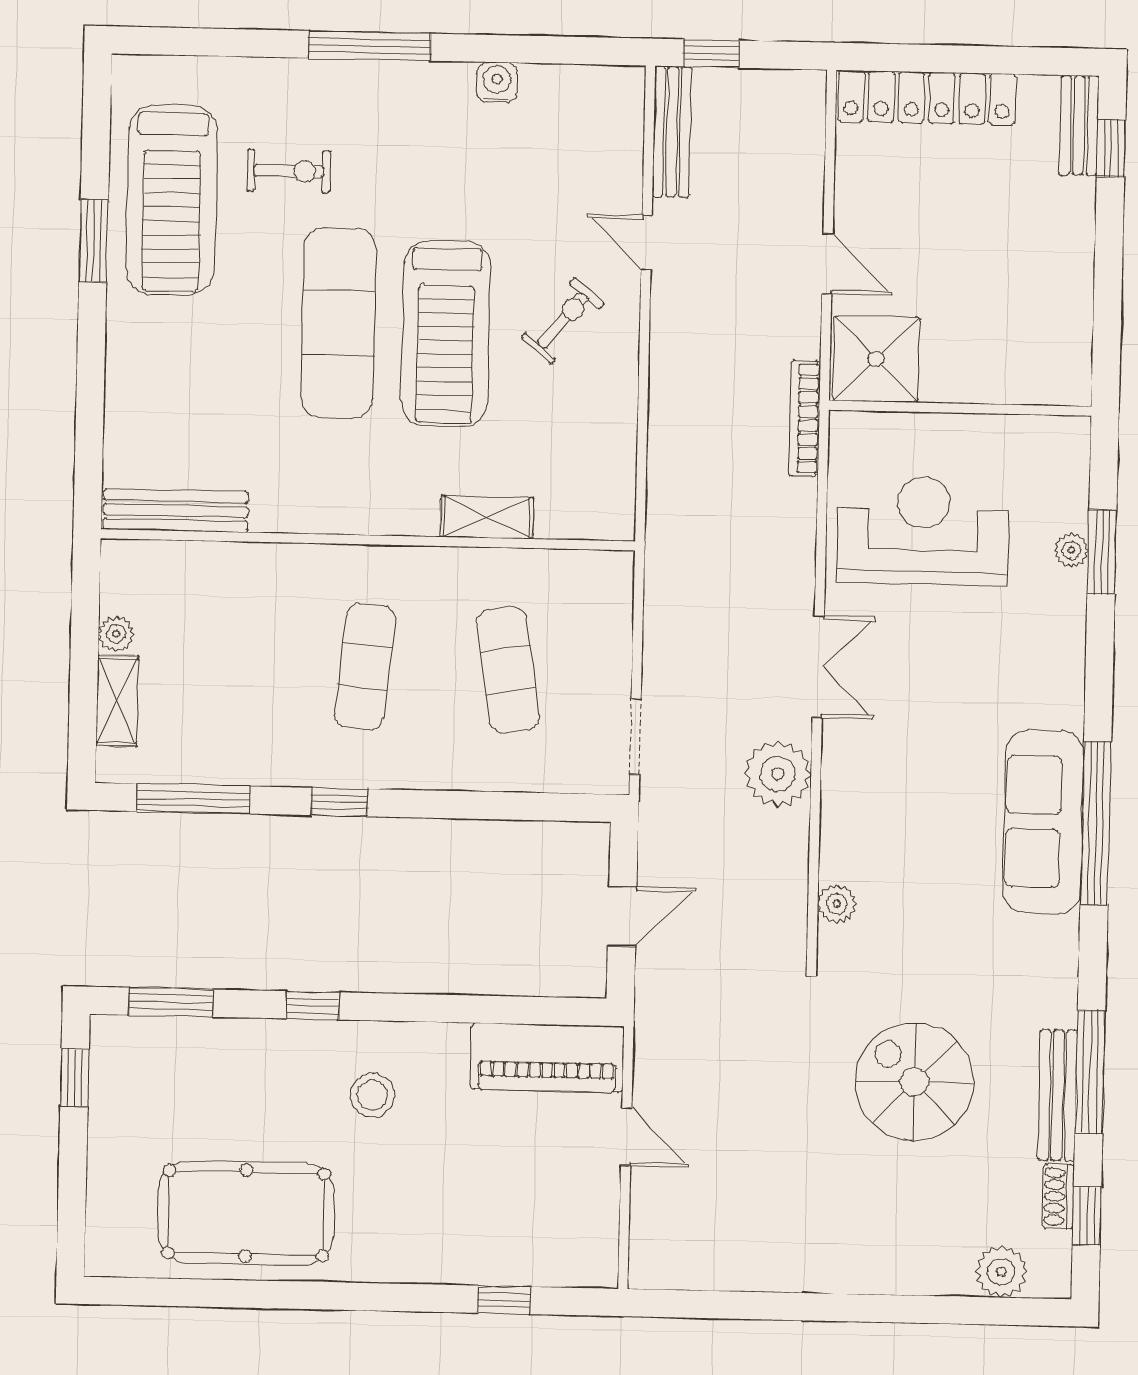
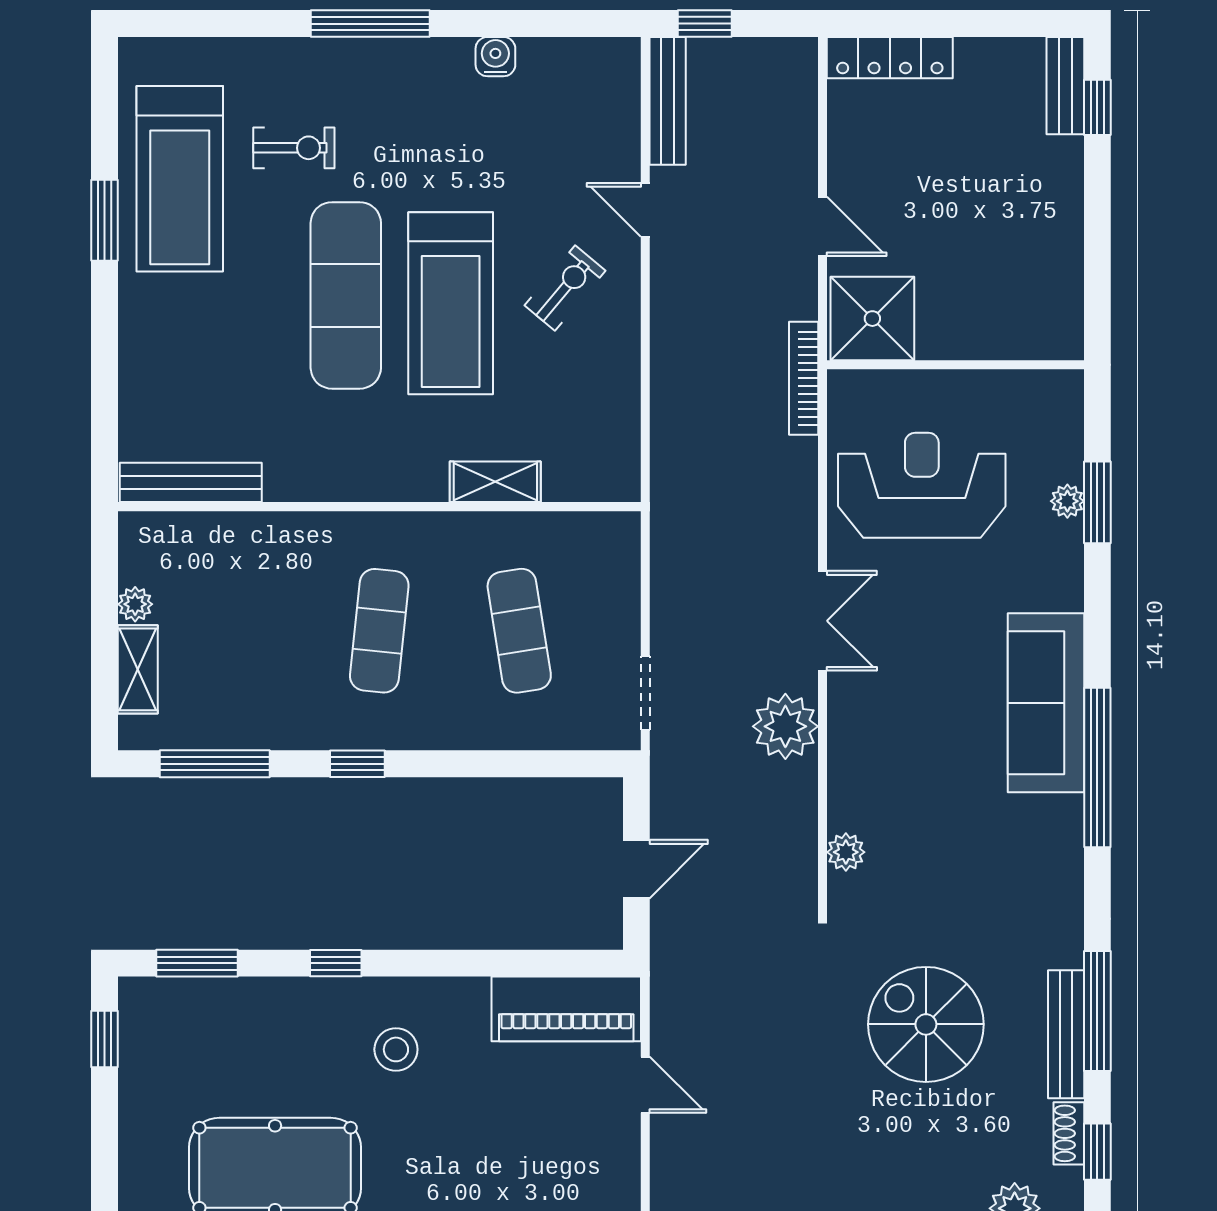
locker: (927, 98) -> (890, 58), width x0.71, depth x0.83
sofa: (1043, 822) -> (1046, 703), moved

